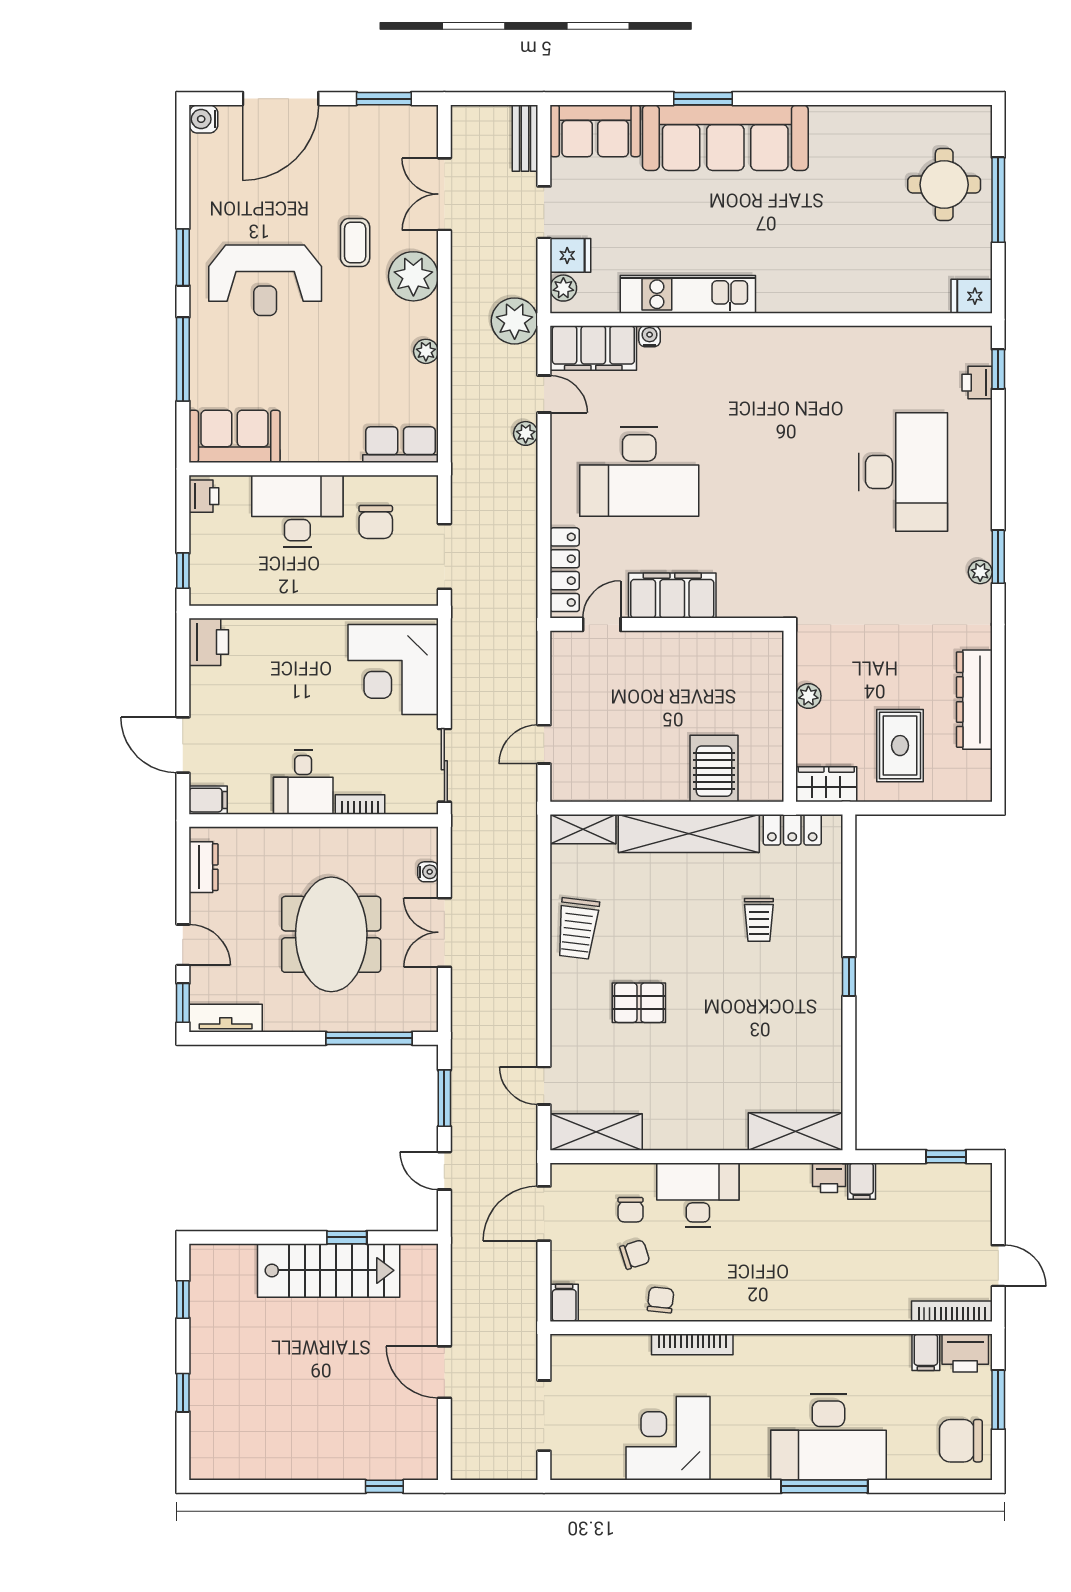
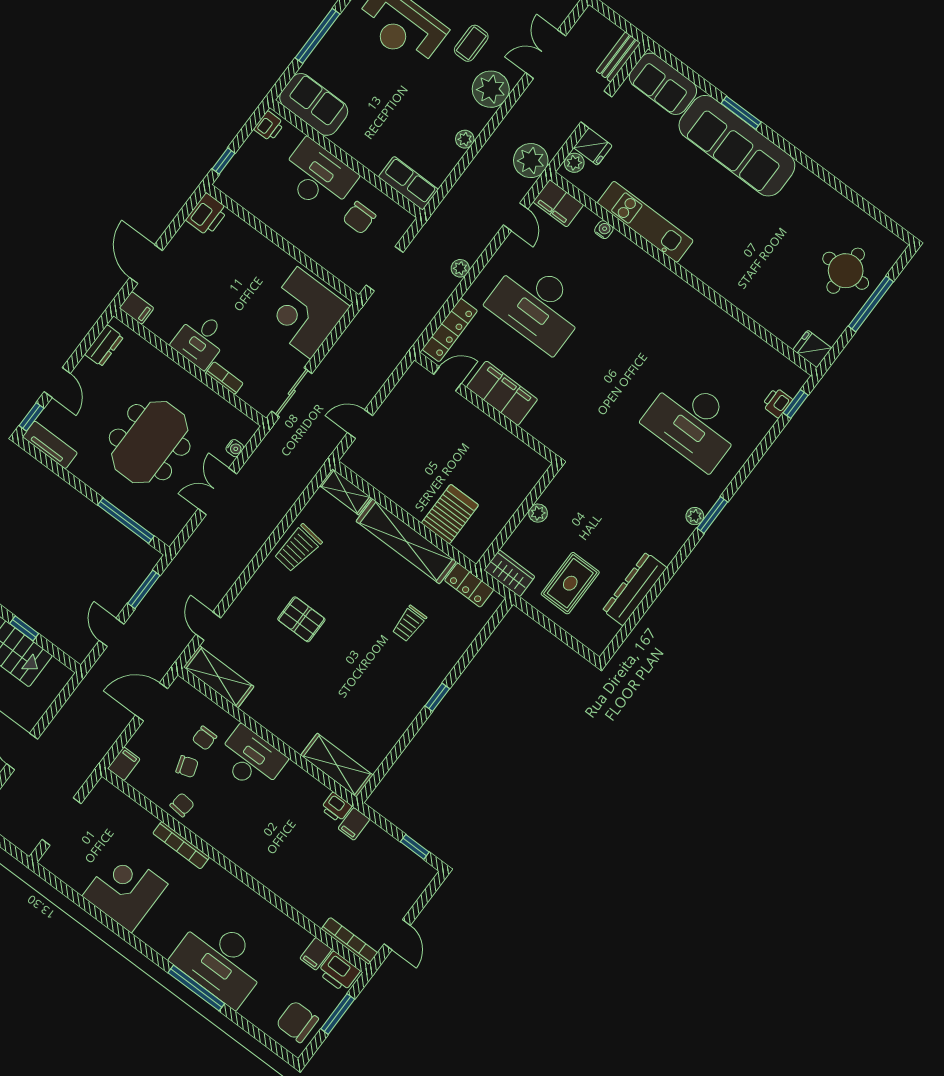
filing cabinet: (593, 348) -> (558, 203), width x0.67, depth x0.86
plant: (526, 433) -> (460, 268), moved
desk: (903, 472) -> (694, 423), turned 90

